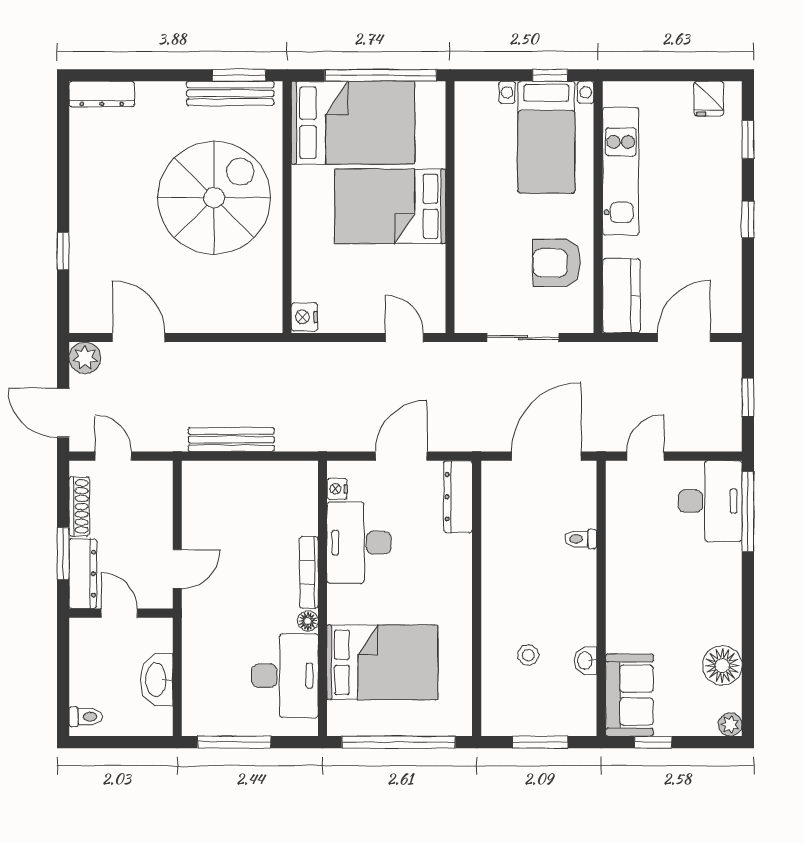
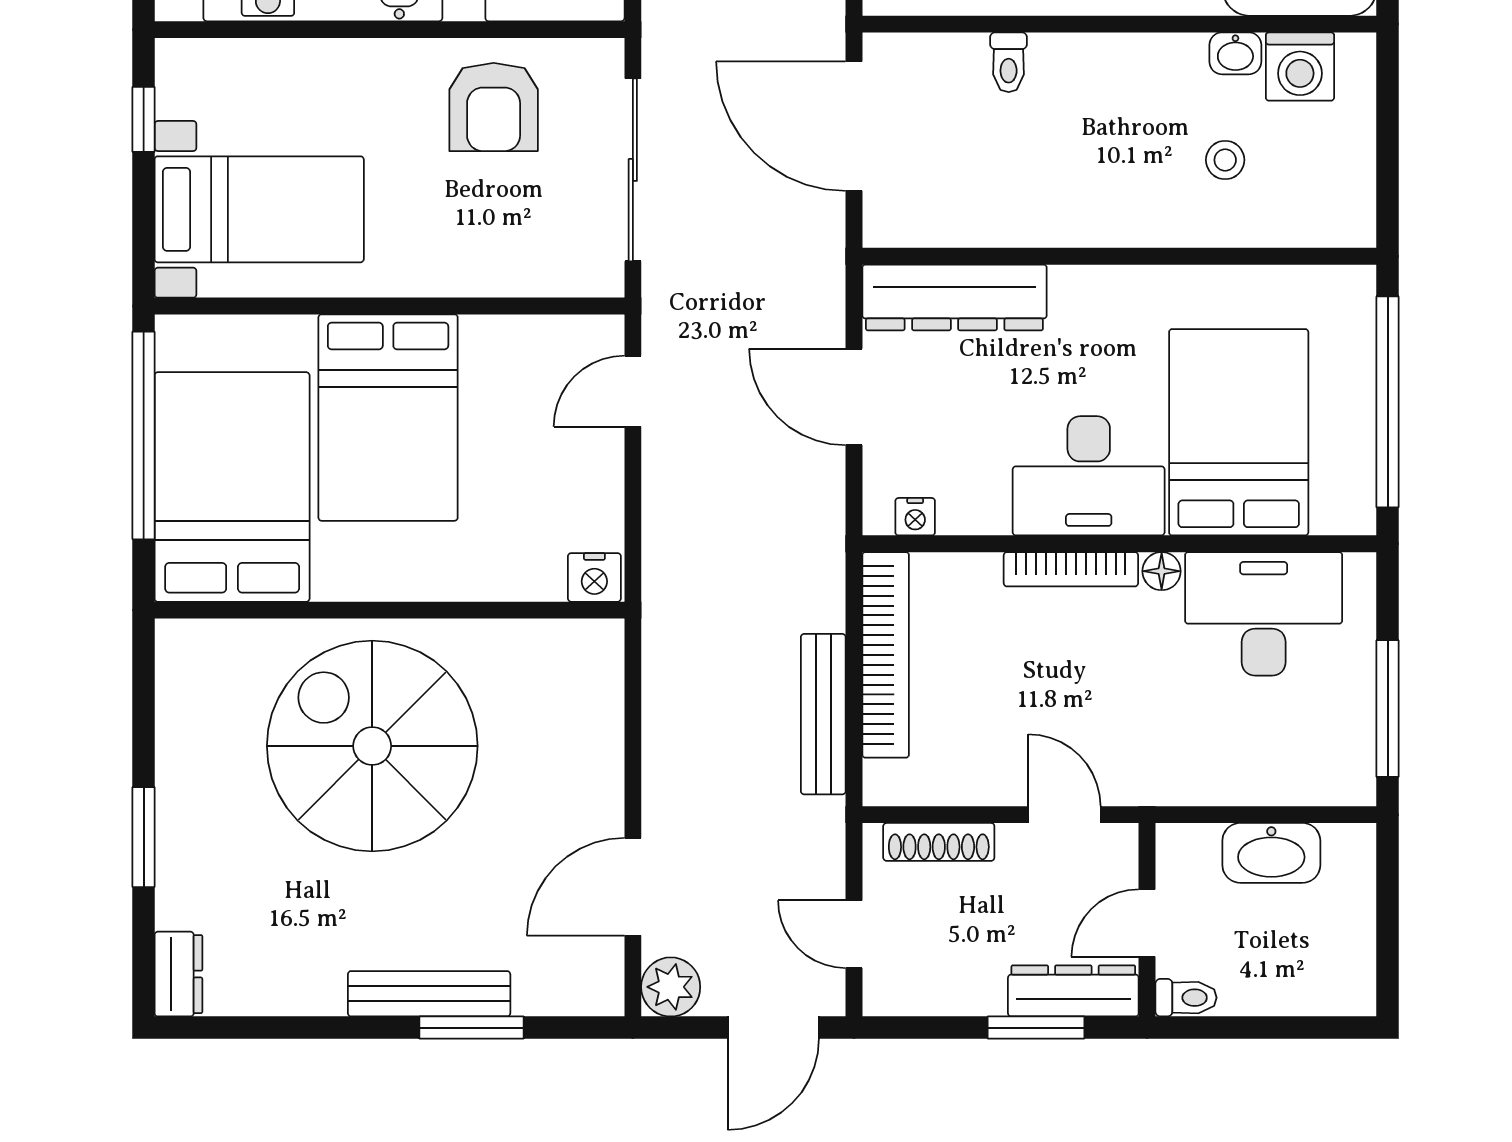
window: (239, 75) -> (144, 837), moved
bench: (230, 93) -> (429, 994), moved, turned 90
dresser: (102, 94) -> (178, 974), width x0.70
bed with nightstands: (546, 137) -> (259, 209), moved
window: (63, 251) -> (471, 1028), width x1.50
sliding door: (523, 338) -> (633, 170), width x1.37
door: (113, 456) -> (854, 934), hinge flipped
bookcase: (263, 473) -> (886, 655), added
dresser: (458, 497) -> (954, 297), width x1.37, depth x1.24
shoe rack: (79, 506) -> (939, 842), moved, turned 180
desk: (359, 543) -> (1089, 476), moved
washing machine: (578, 695) -> (1300, 67), added
toilet: (86, 717) -> (1186, 998), moved, turned 90
window: (540, 742) -> (1388, 138), removed

